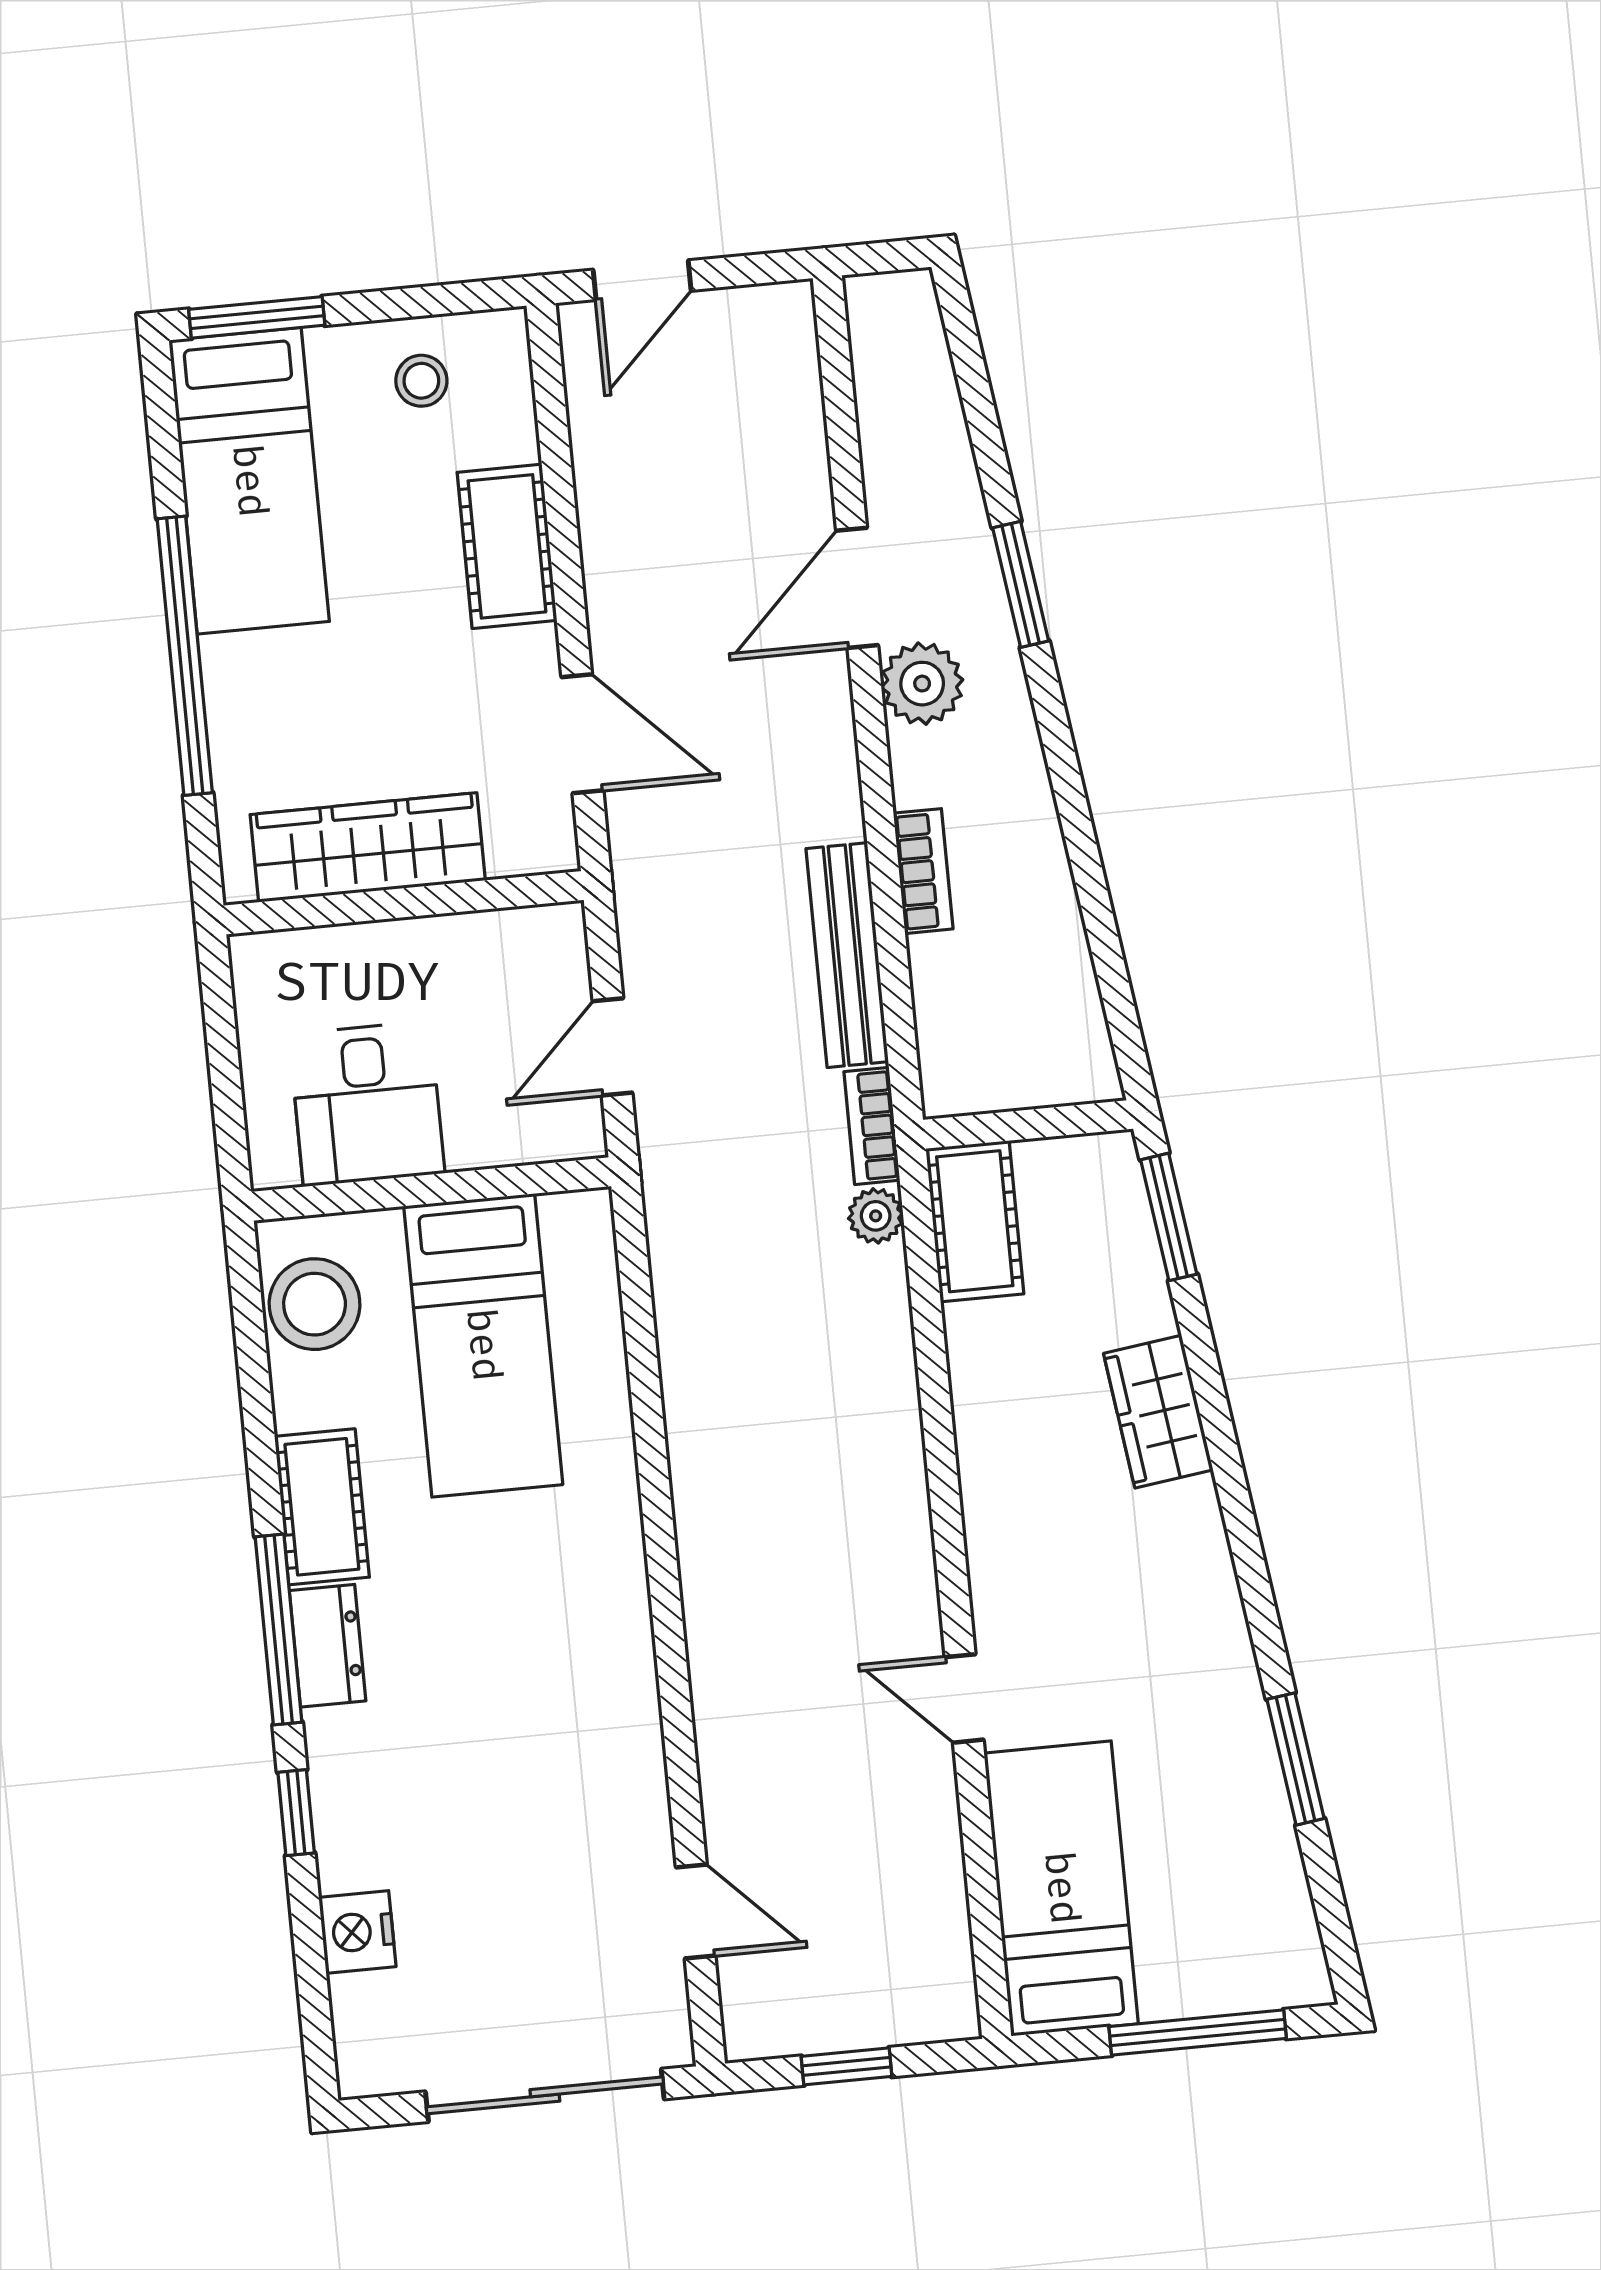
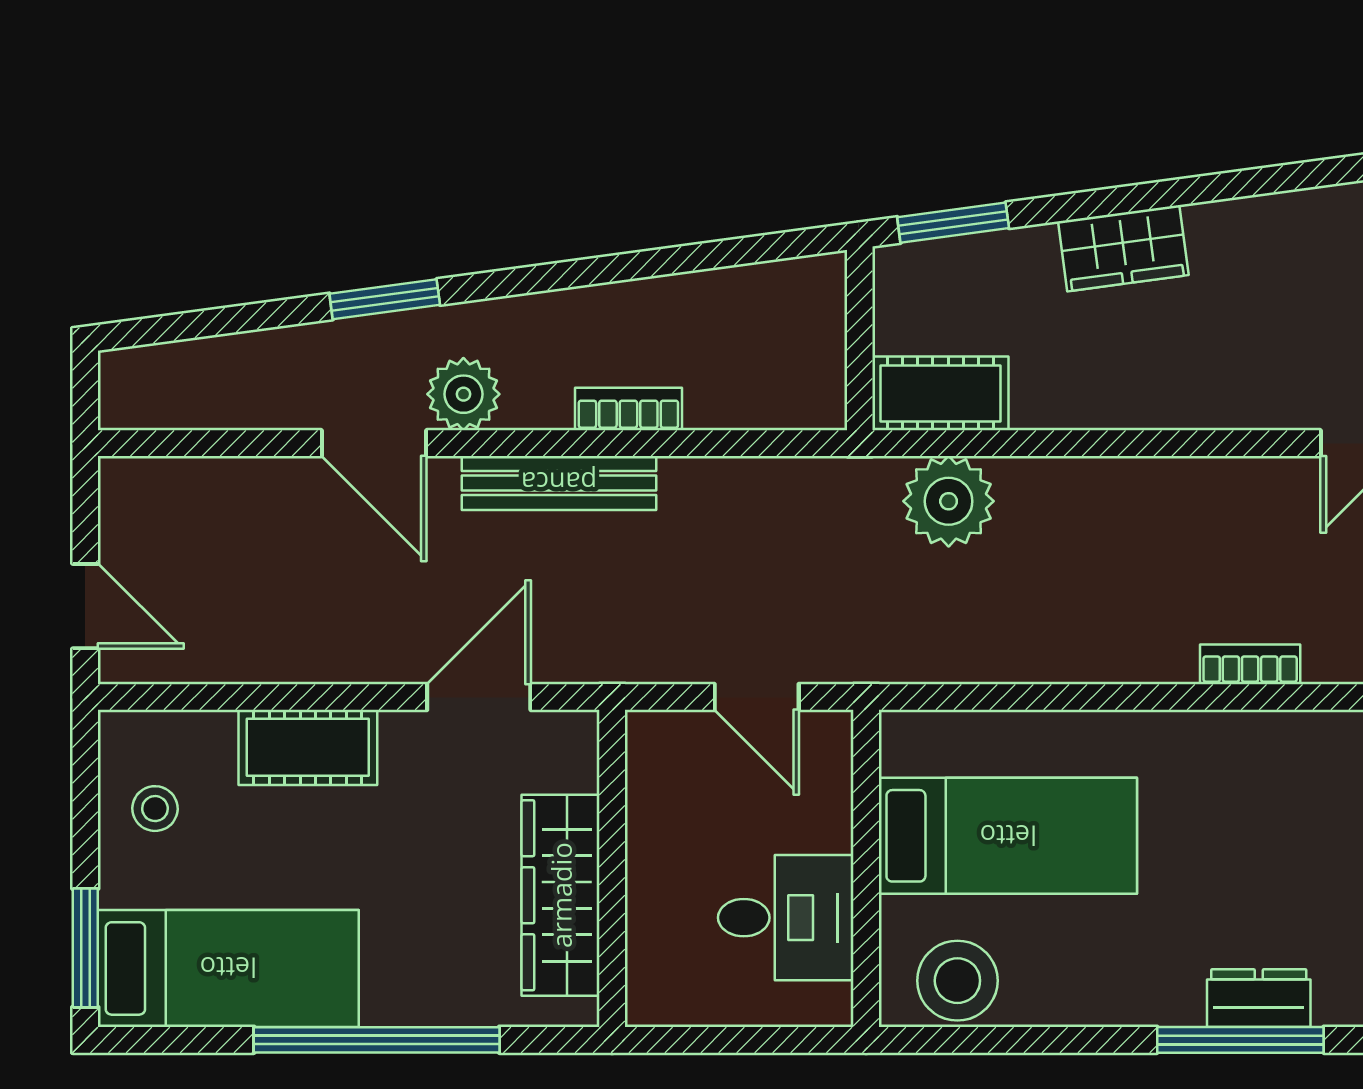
bench: (847, 955) -> (559, 483), moved
bookcase: (872, 1126) -> (1250, 664), moved, turned 180
plant: (876, 1216) -> (949, 501), width x1.87, depth x1.87
cot: (322, 1507) -> (1136, 991), removed

